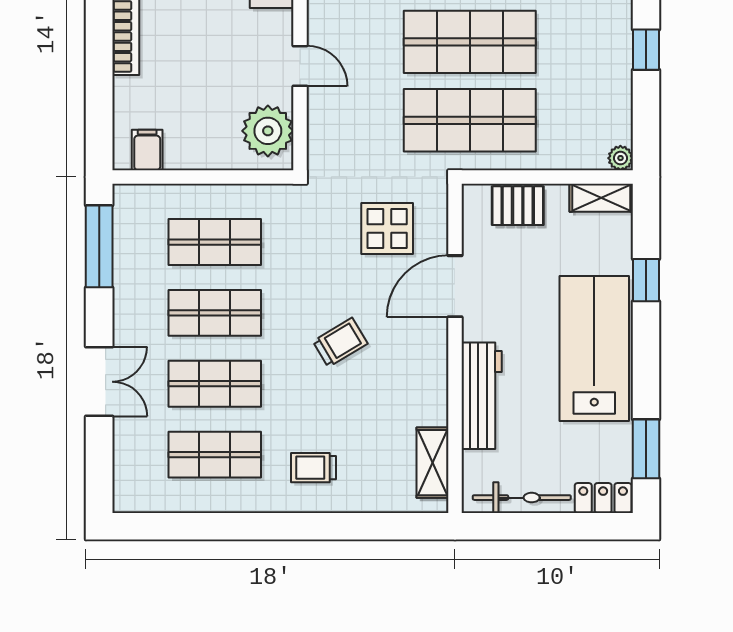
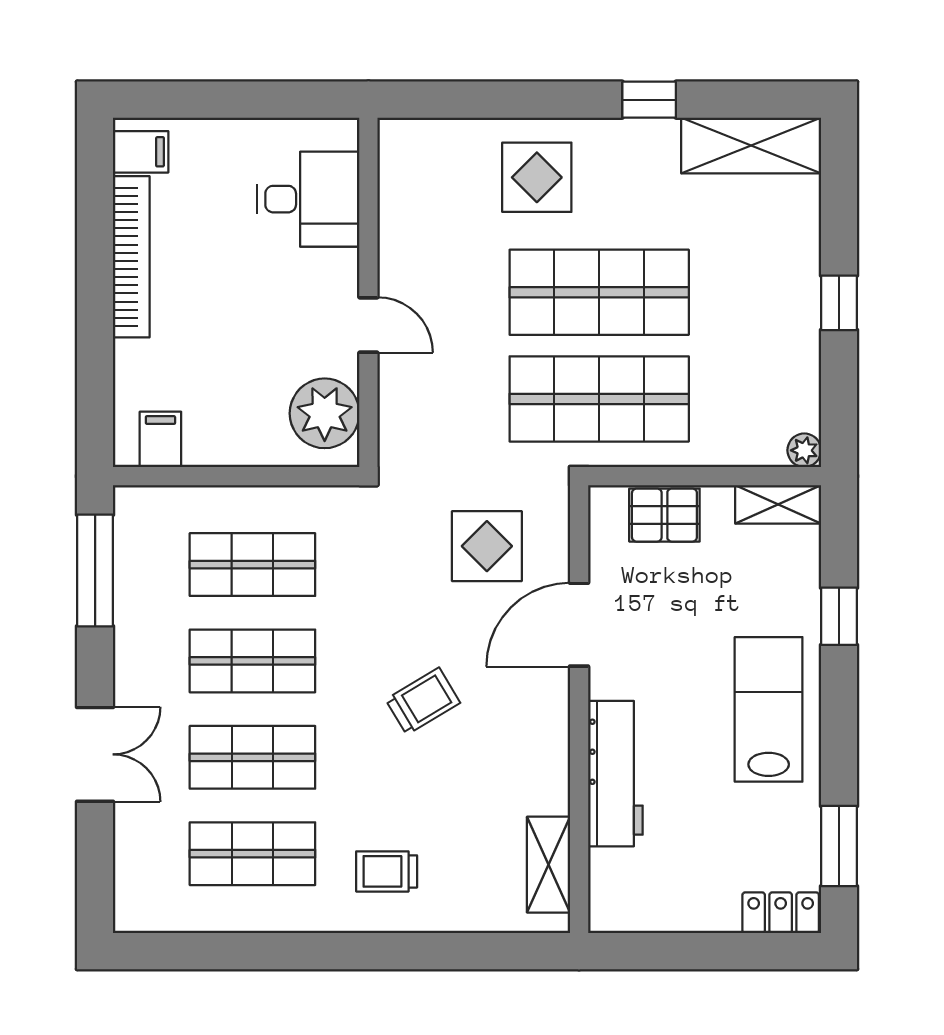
lab bench: (594, 348) -> (769, 709), width x0.73, depth x0.72
bicycle: (522, 498) -> (670, 912), removed

